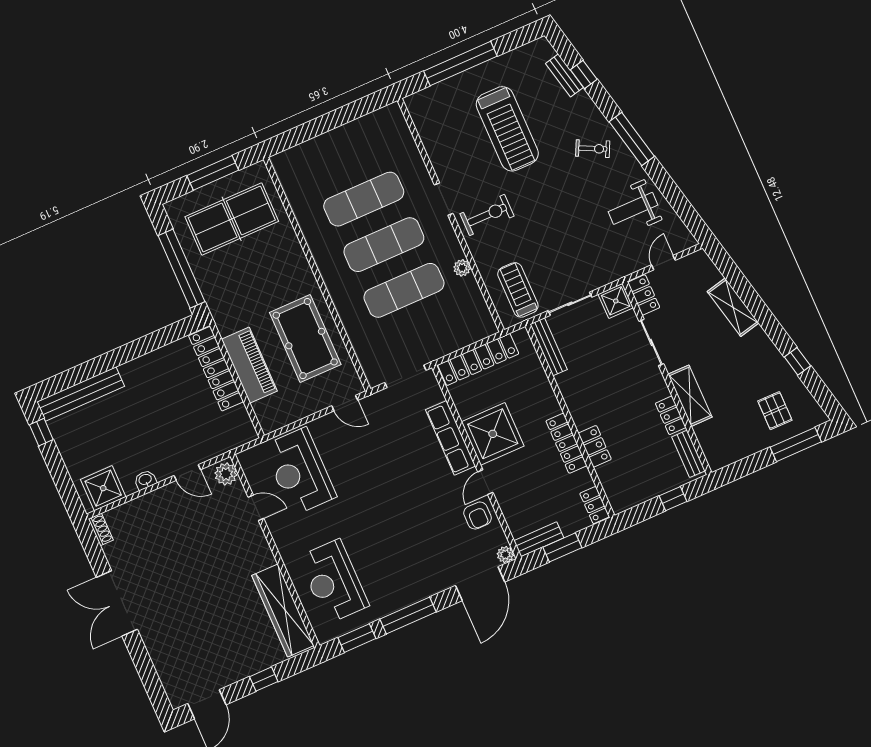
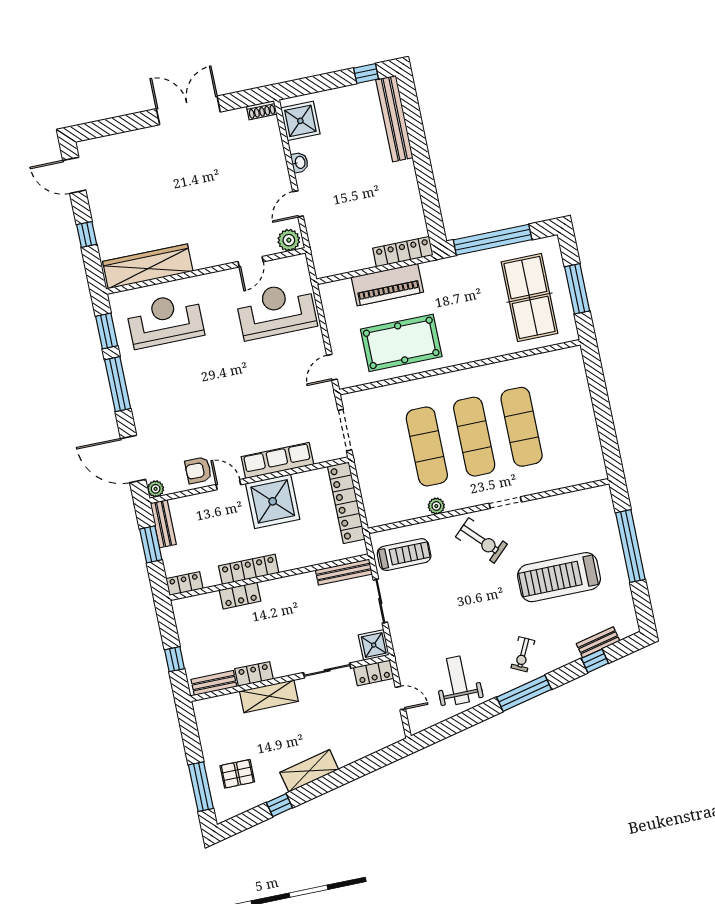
exercise bike: (487, 215) -> (481, 540), turned -44
shelving: (733, 307) -> (309, 771), moved
locker: (216, 369) -> (403, 252), width x0.71, depth x0.83

